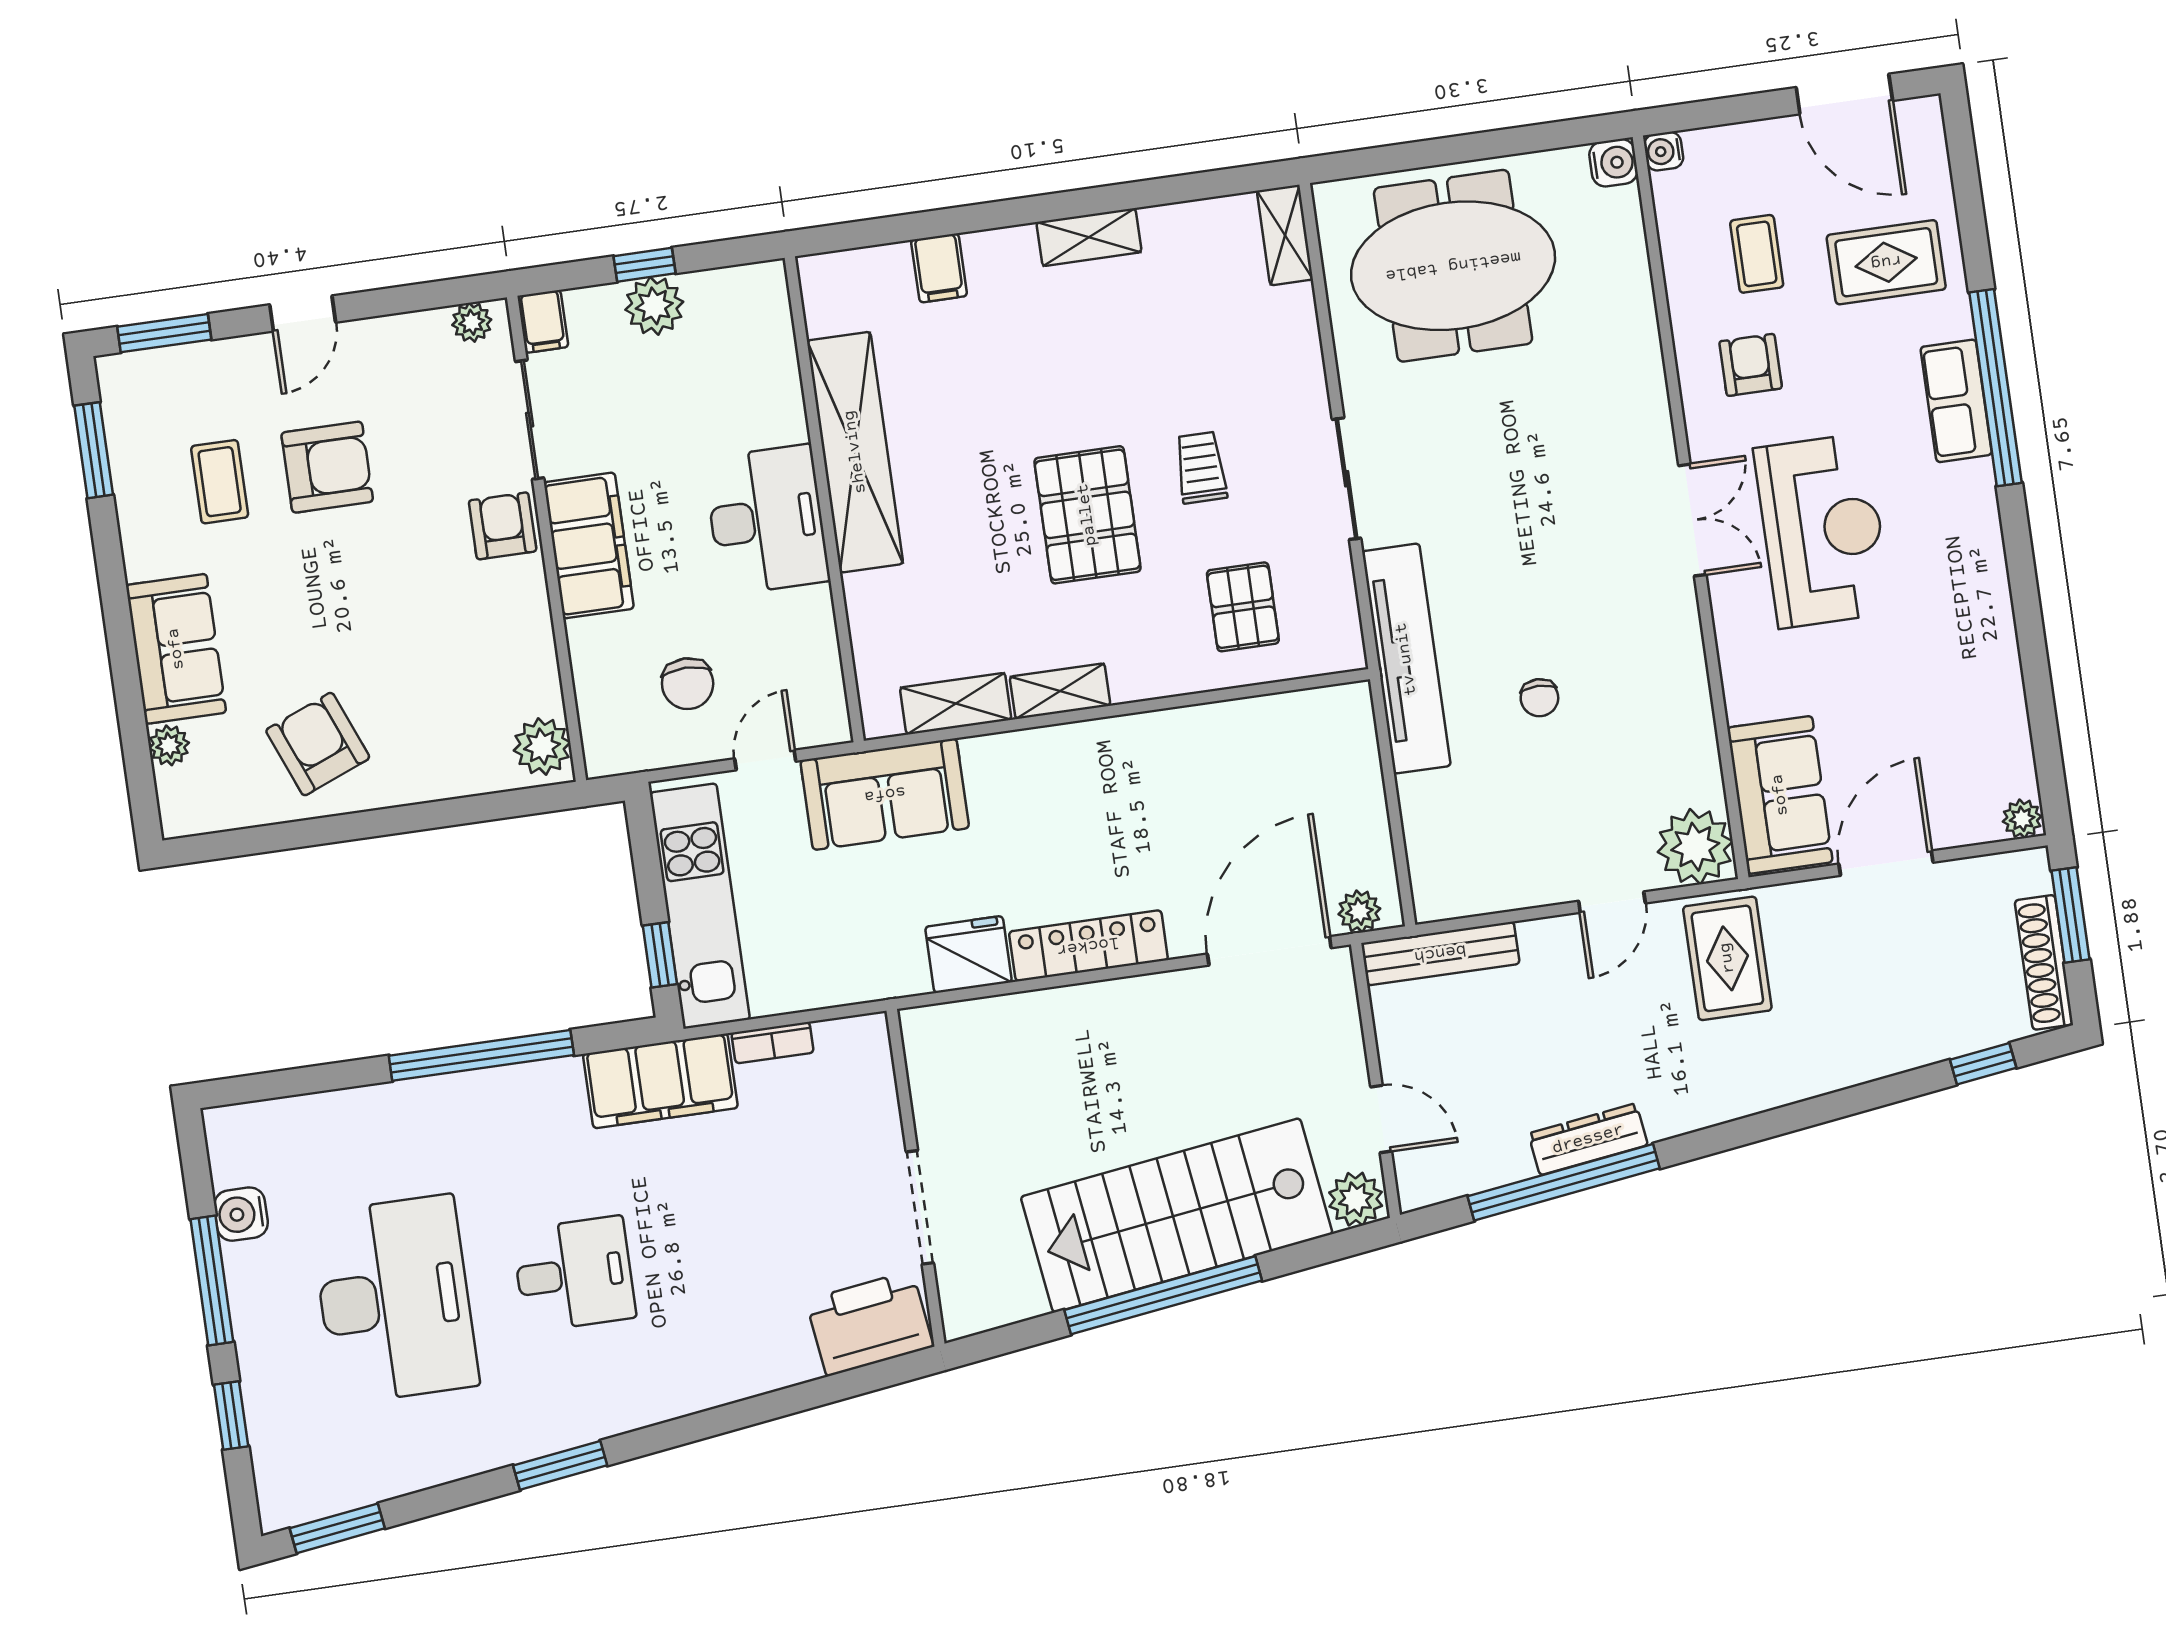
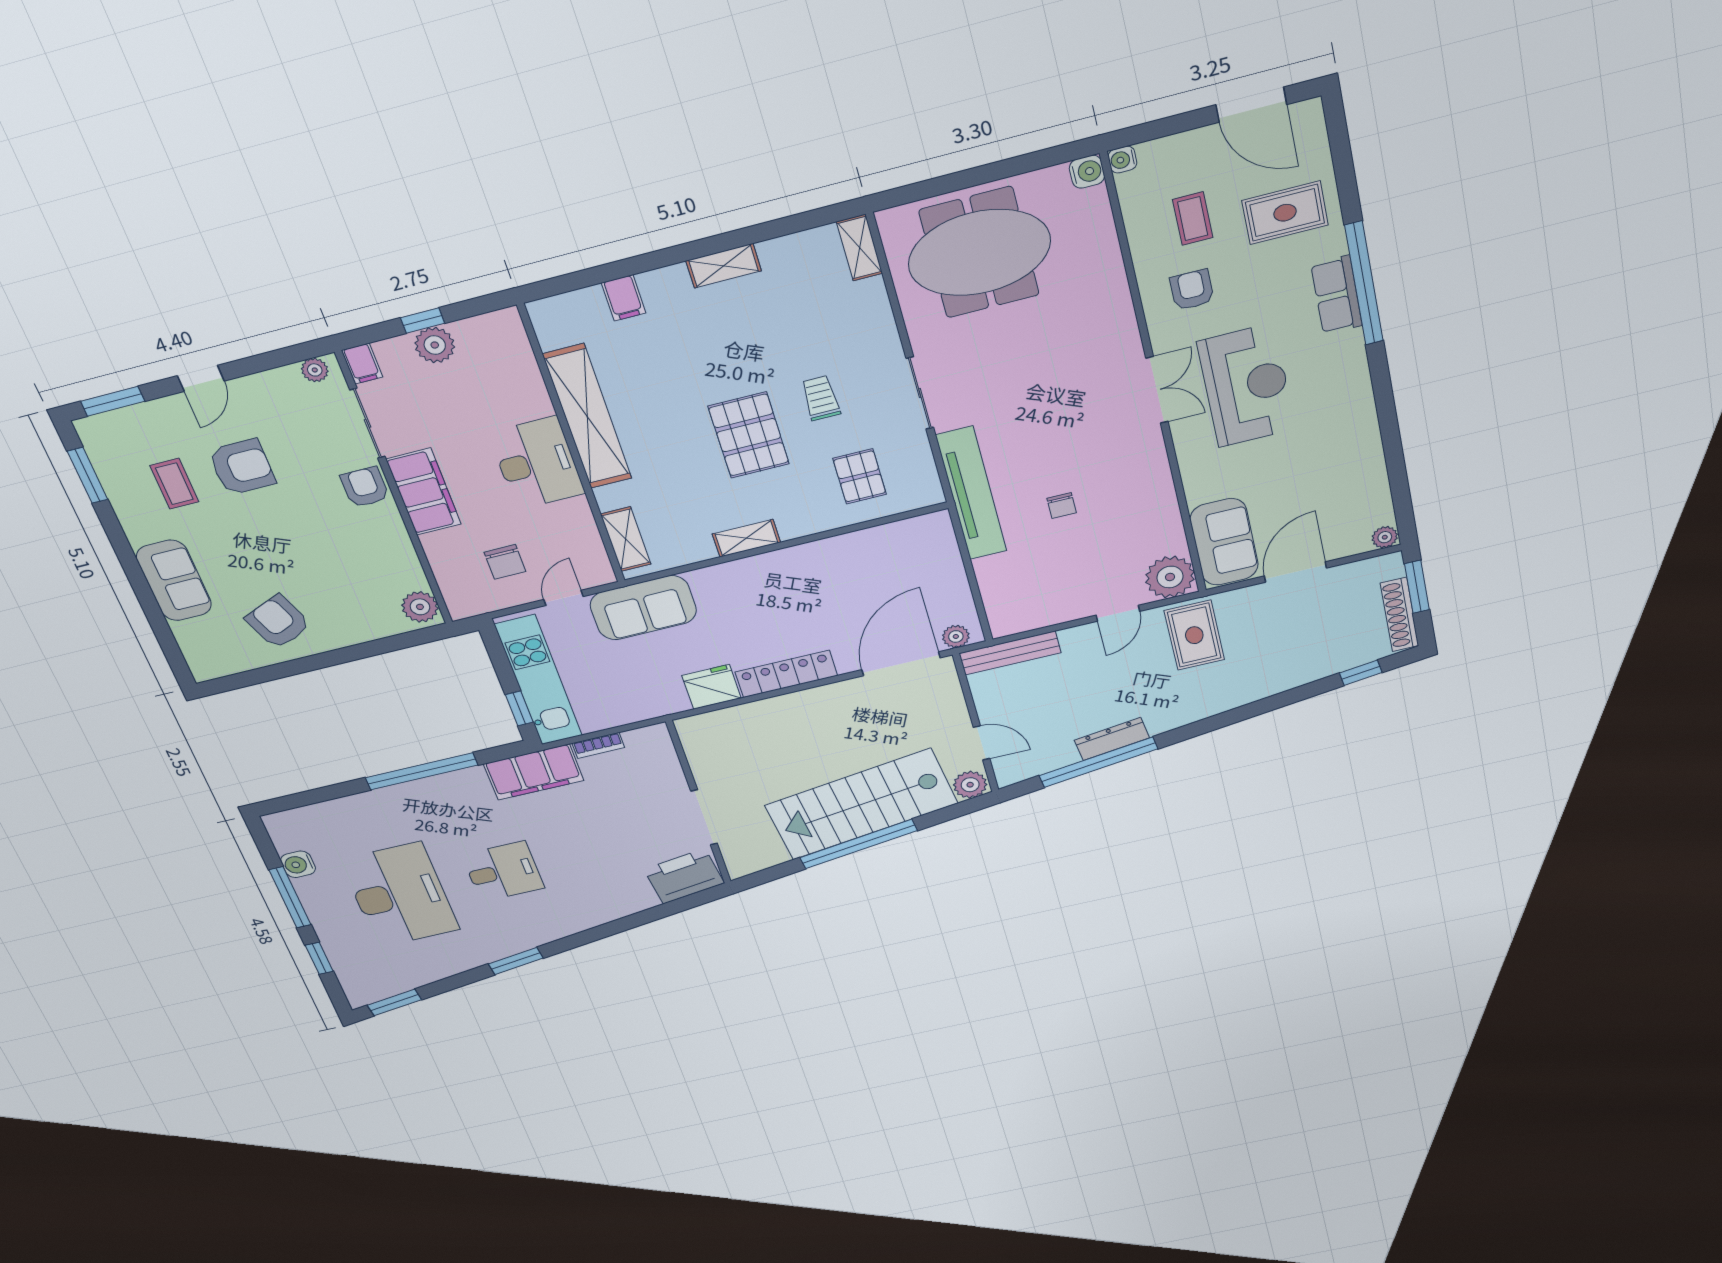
shelving: (956, 704) -> (626, 539), moved, turned 90
plant: (169, 745) -> (185, 633), removed

